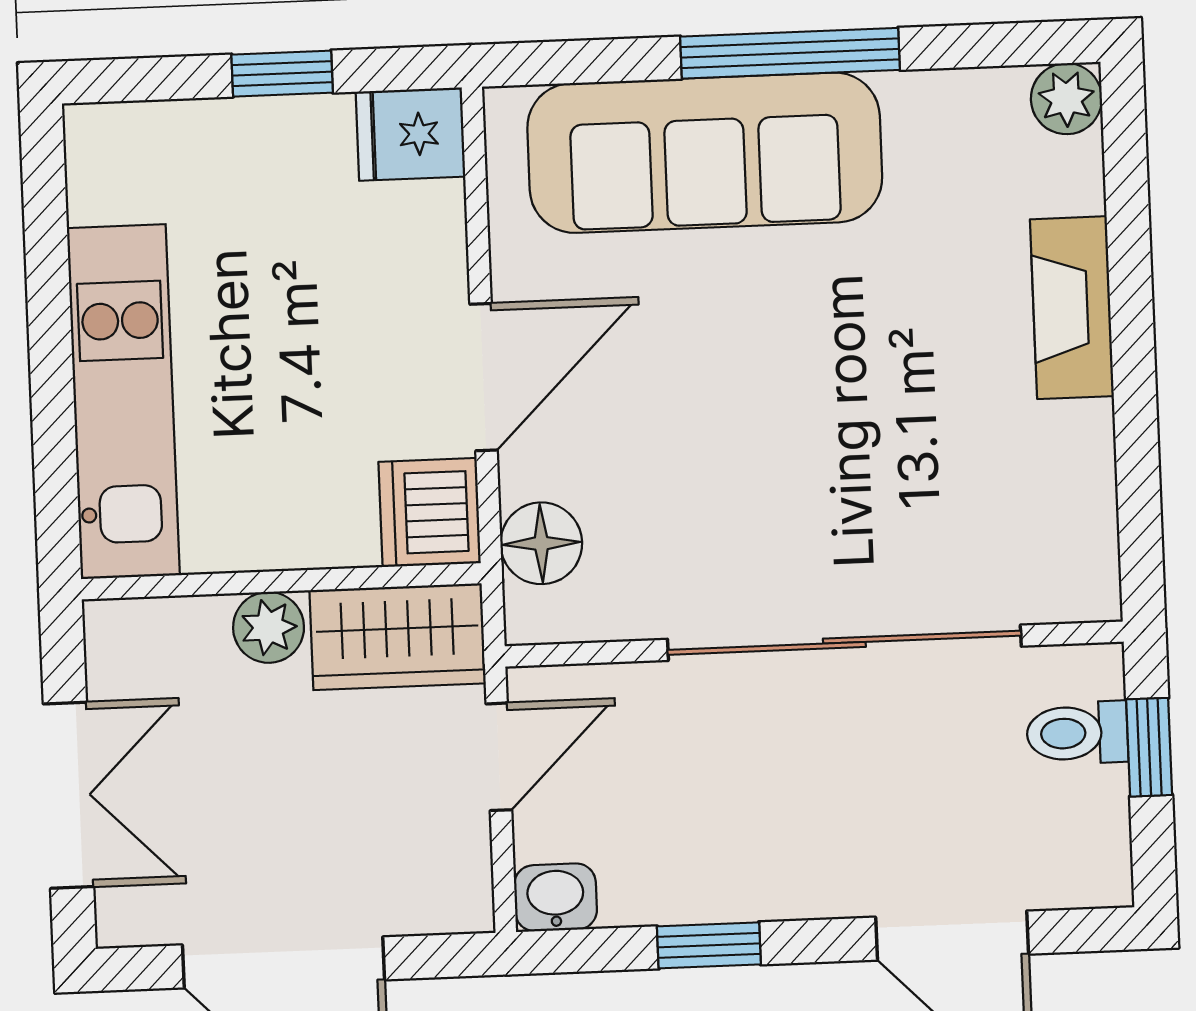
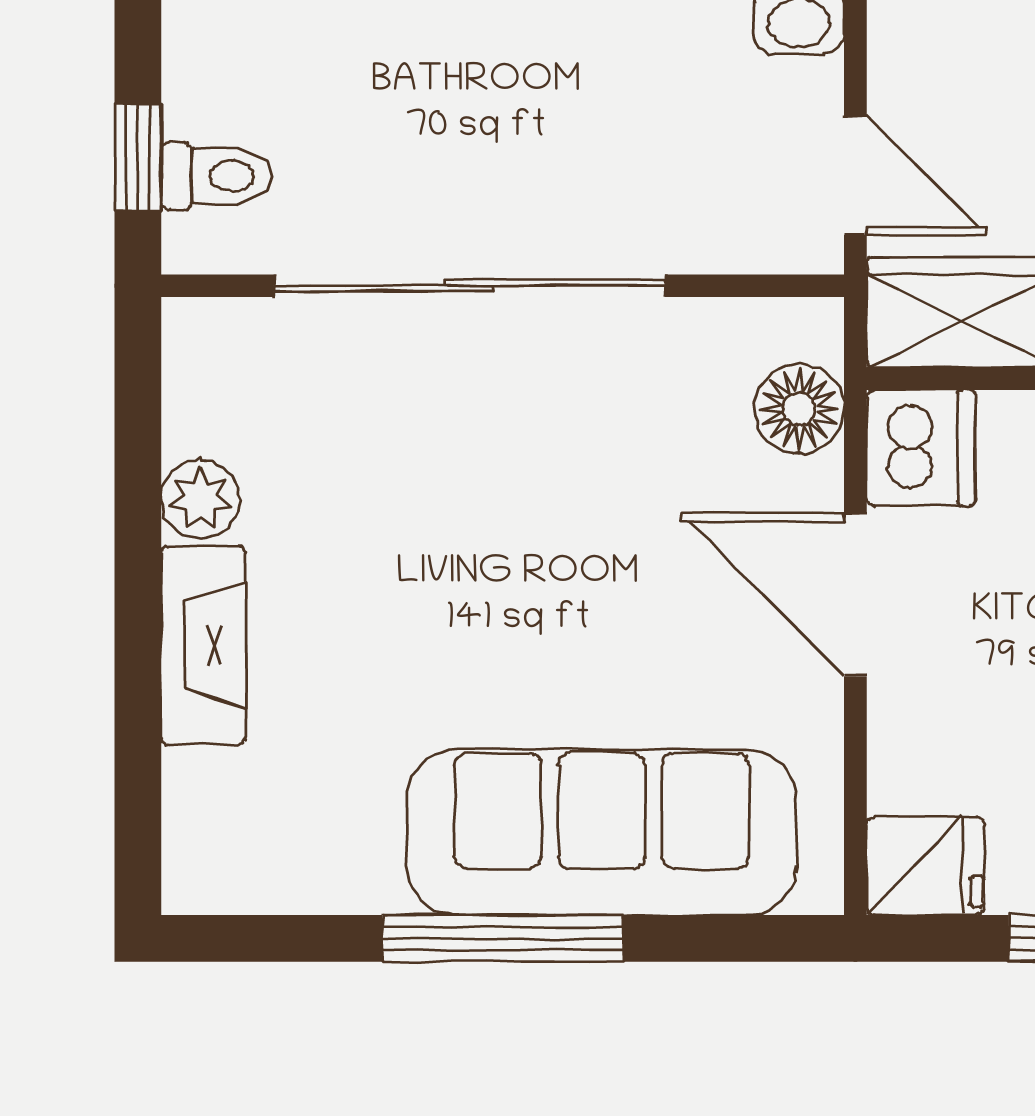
plant: (1066, 99) -> (200, 499), moved
door: (484, 377) -> (855, 595), hinge flipped
door: (499, 757) -> (855, 175), swing flipped

